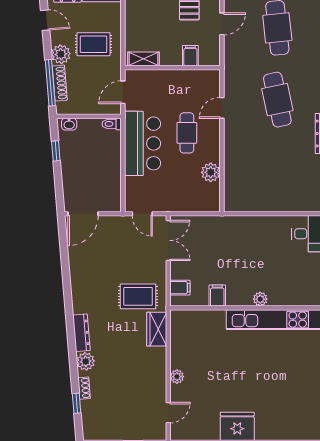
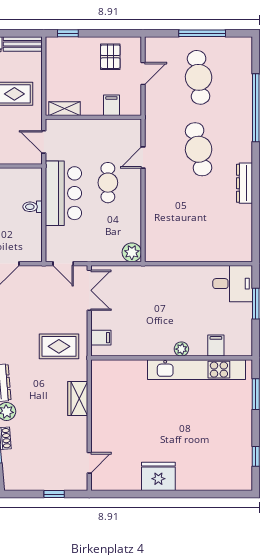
door: (123, 92) -> (44, 142), hinge flipped
toilet: (112, 124) -> (33, 207), moved
plant: (211, 172) -> (132, 252), moved
filing cabinet: (217, 295) -> (216, 345), moved
wardrobe: (157, 329) -> (78, 399), moved
plant: (177, 377) -> (98, 427), removed

